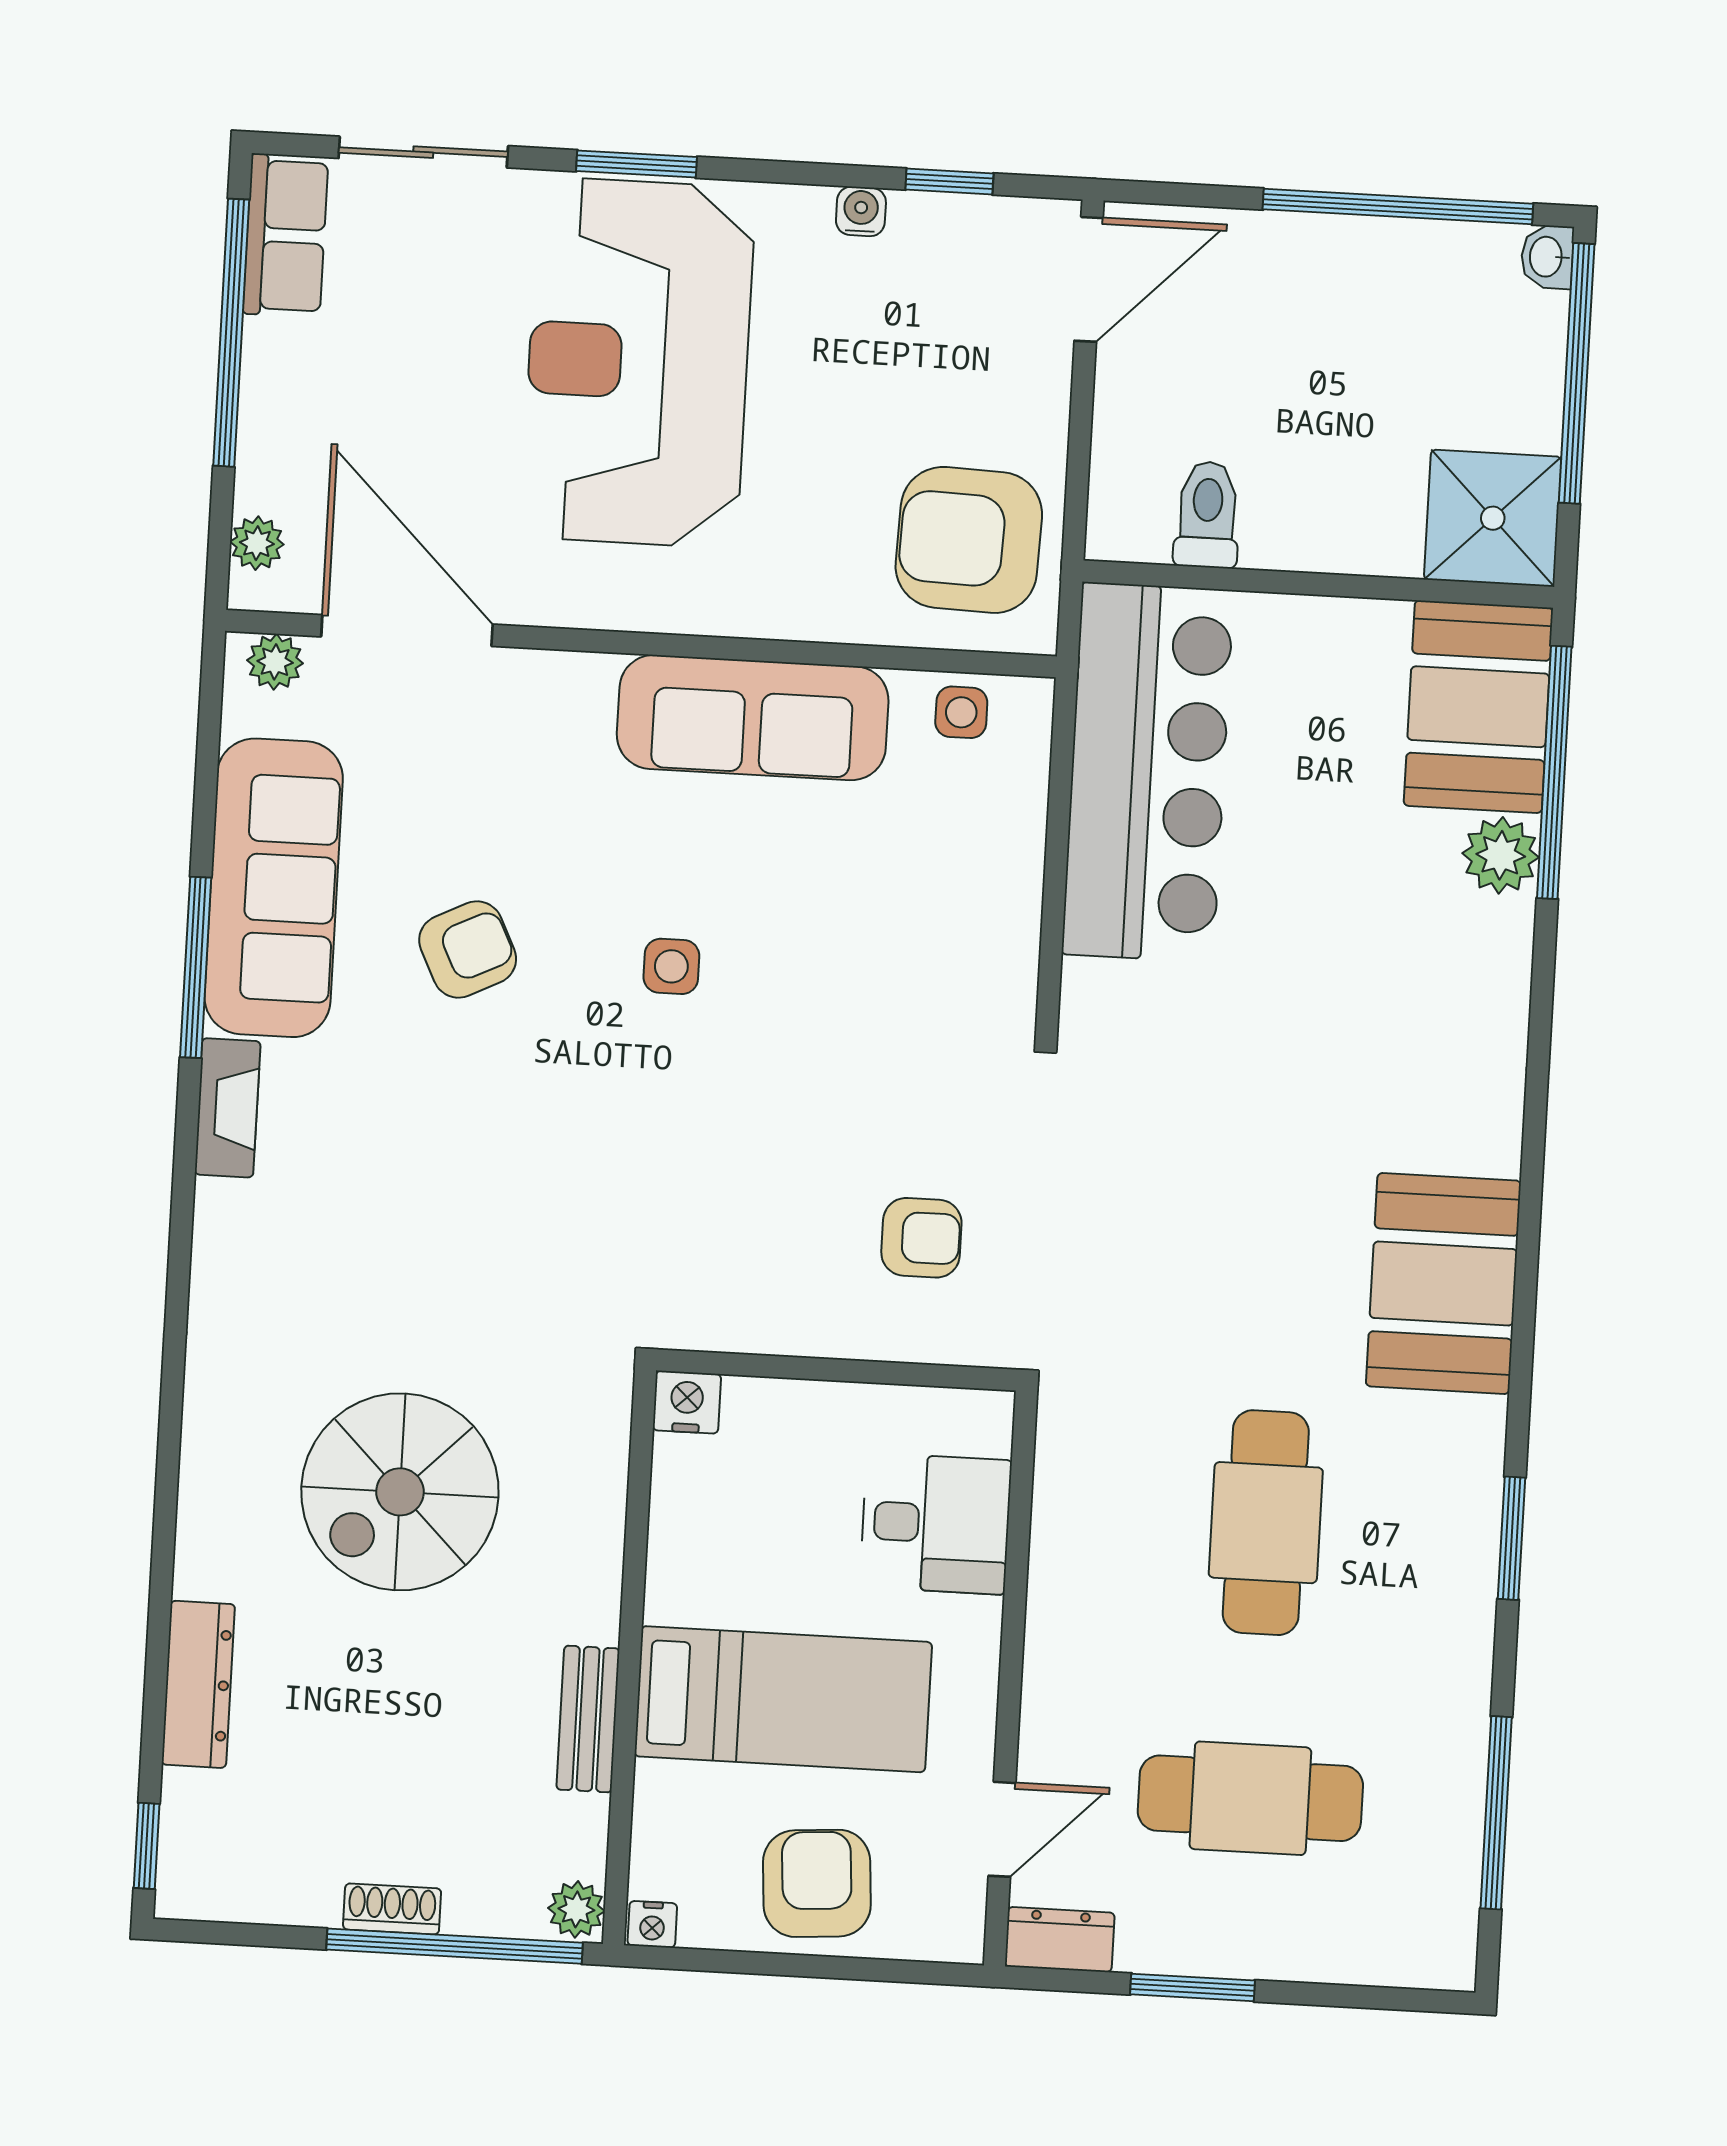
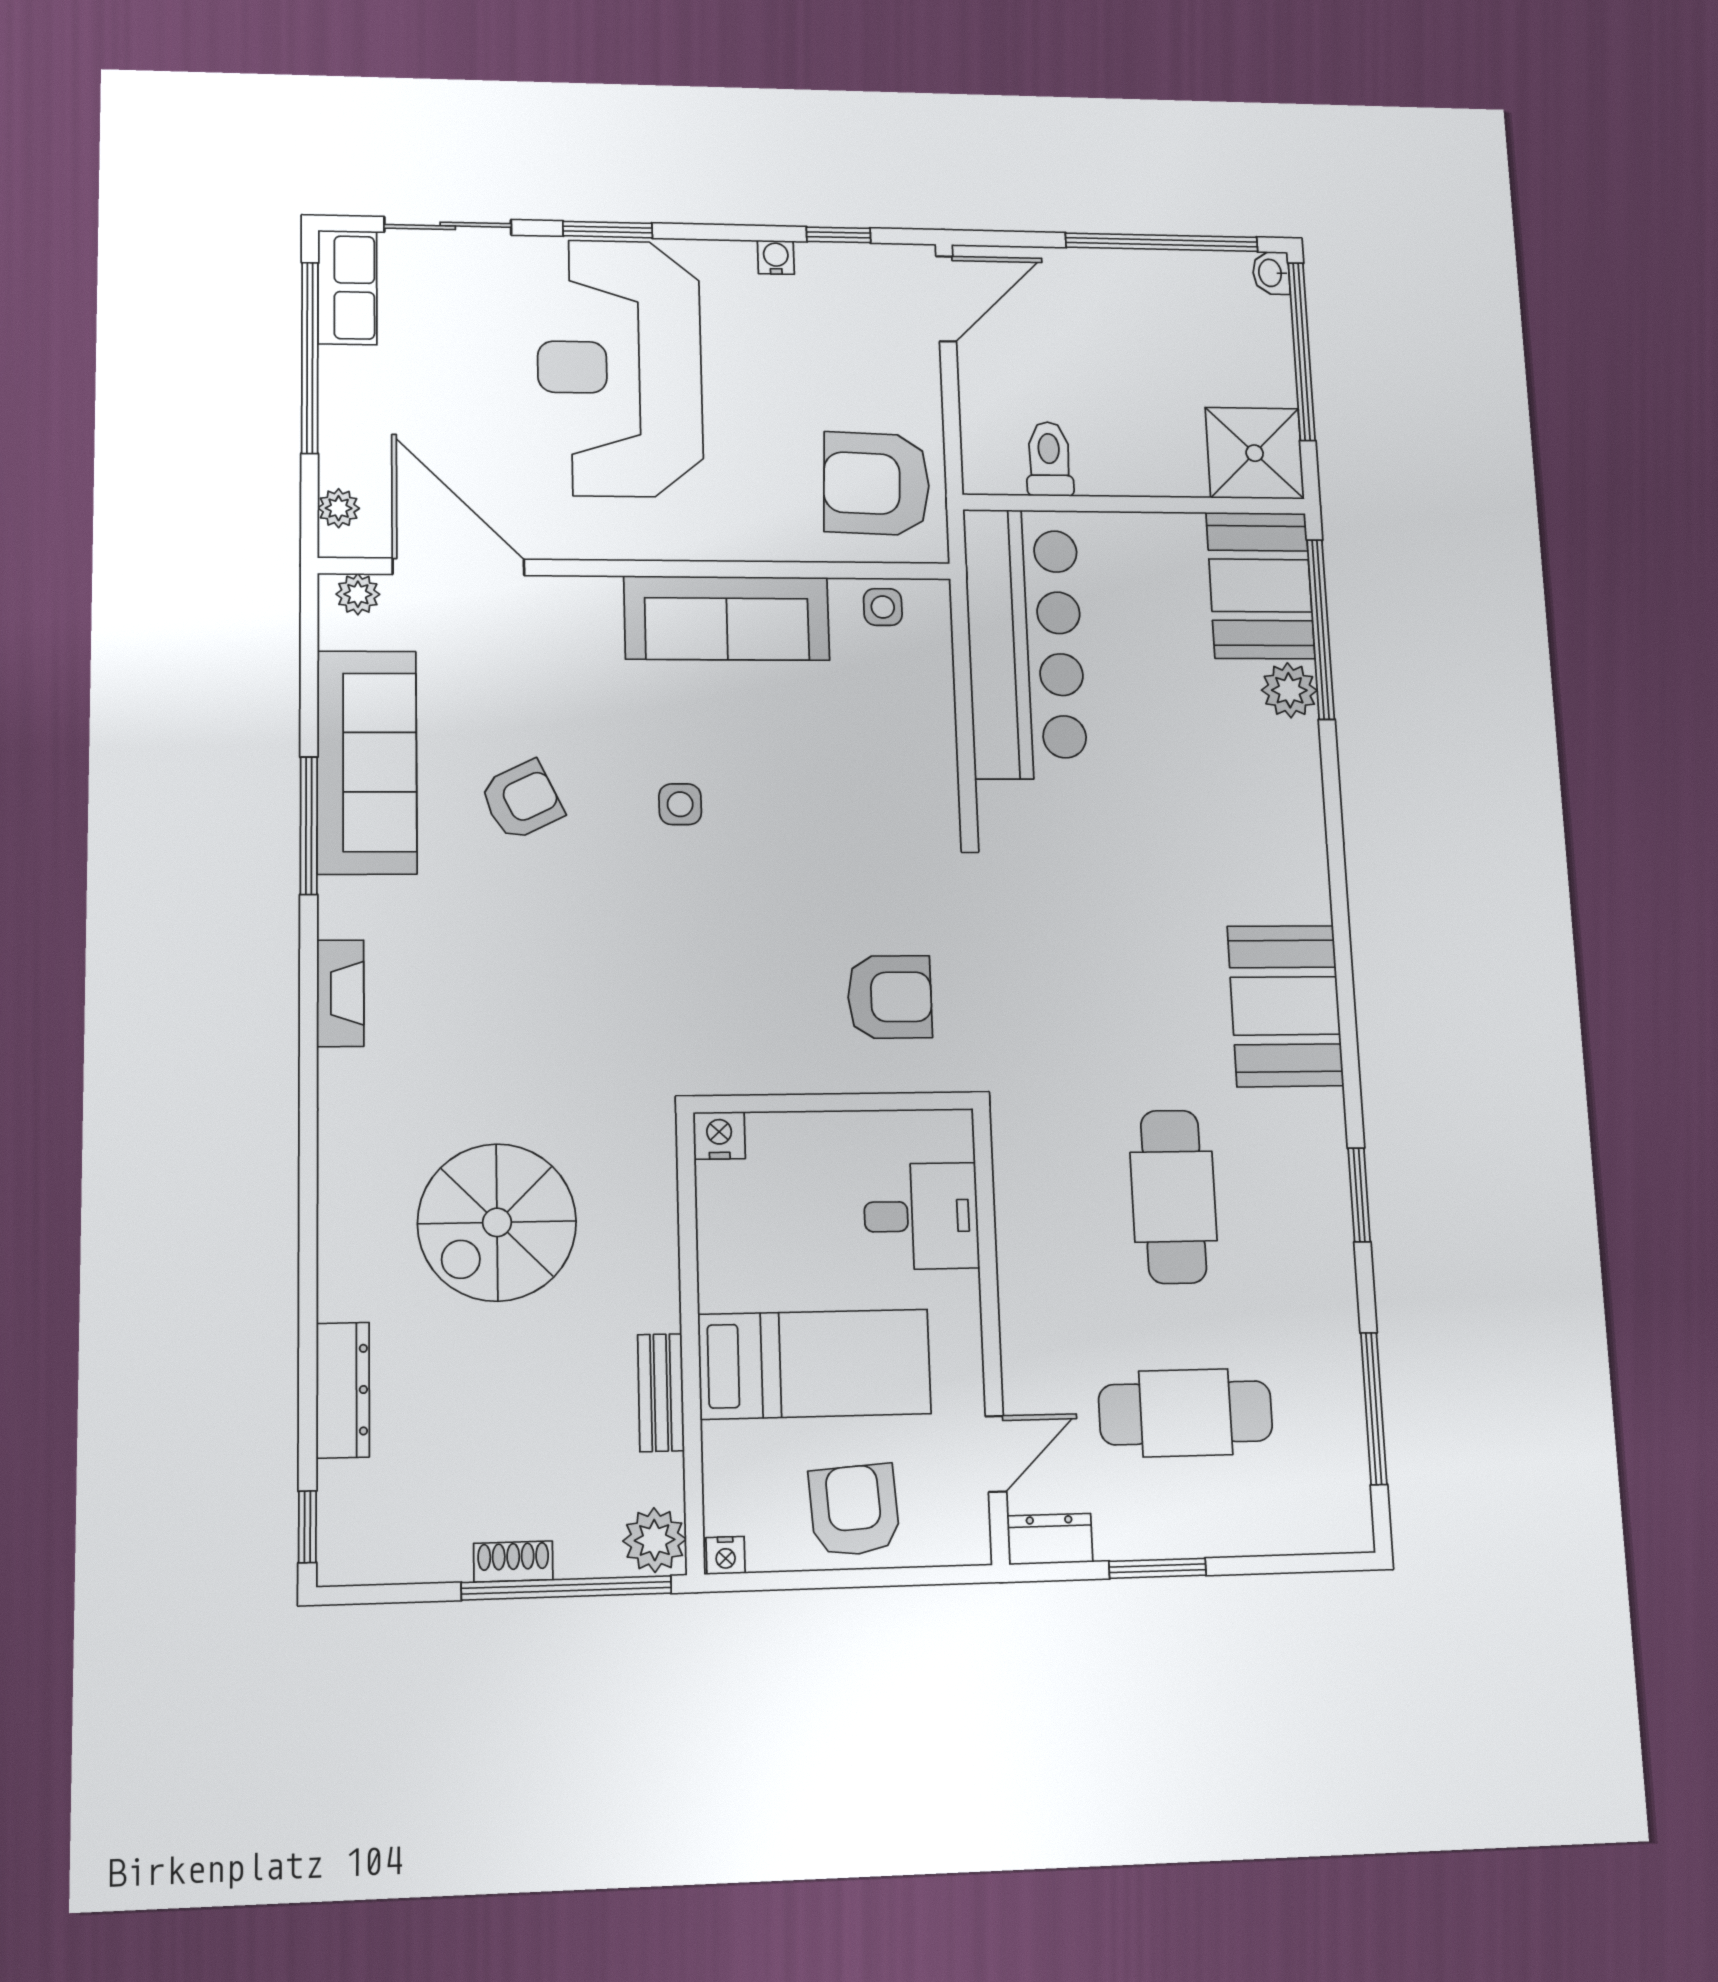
fireplace: (228, 1108) -> (340, 993), moved
armchair: (921, 1238) -> (890, 997), width x1.38, depth x1.38
plant: (576, 1909) -> (655, 1540), width x1.38, depth x1.38

